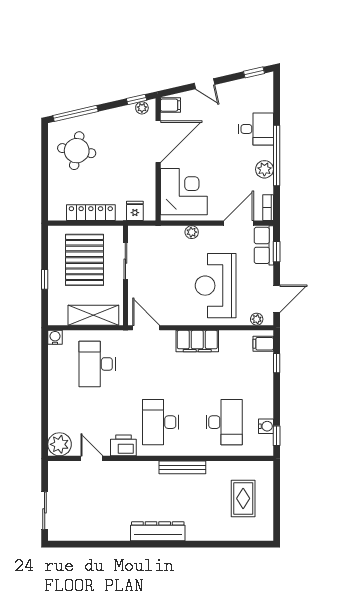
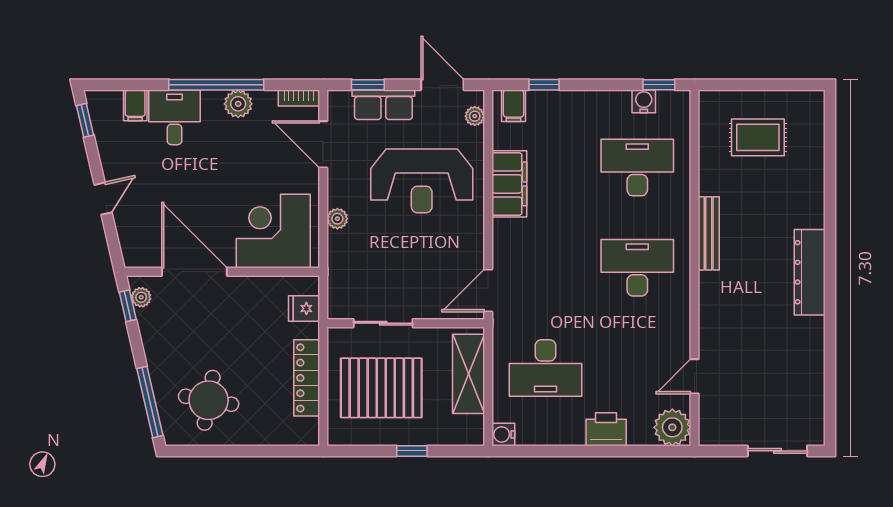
filing cabinet: (170, 105) -> (135, 105), moved, turned 180
row of seats: (264, 245) -> (383, 105), moved
filing cabinet: (197, 341) -> (509, 184), moved
desk: (161, 422) -> (637, 268), turned 180
printer: (123, 445) -> (606, 429), moved, turned 90

